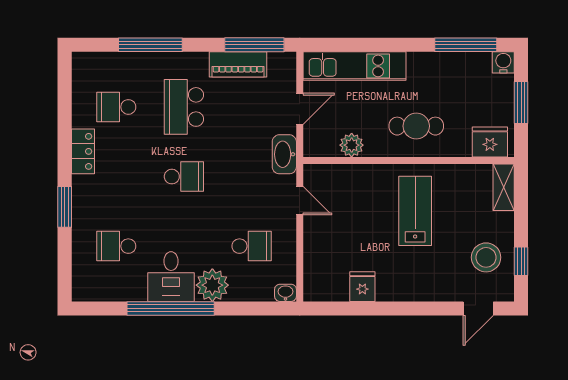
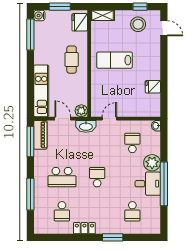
piano: (238, 64) -> (40, 135), moved
plant: (352, 145) -> (81, 111), moved

